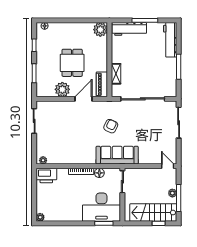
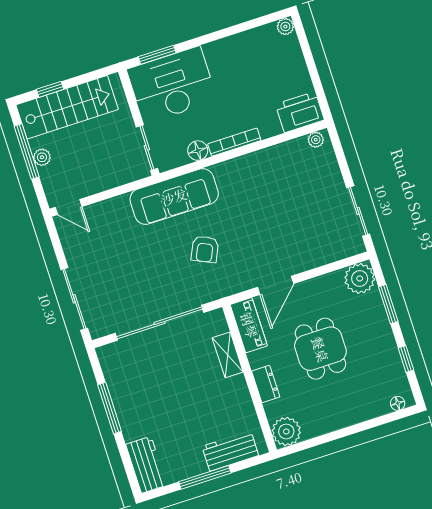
workbench: (129, 29) -> (230, 451), width x0.73
workbench: (170, 40) -> (146, 465), width x0.73
dresser: (103, 55) -> (266, 384), added
plant: (62, 89) -> (360, 279), moved

